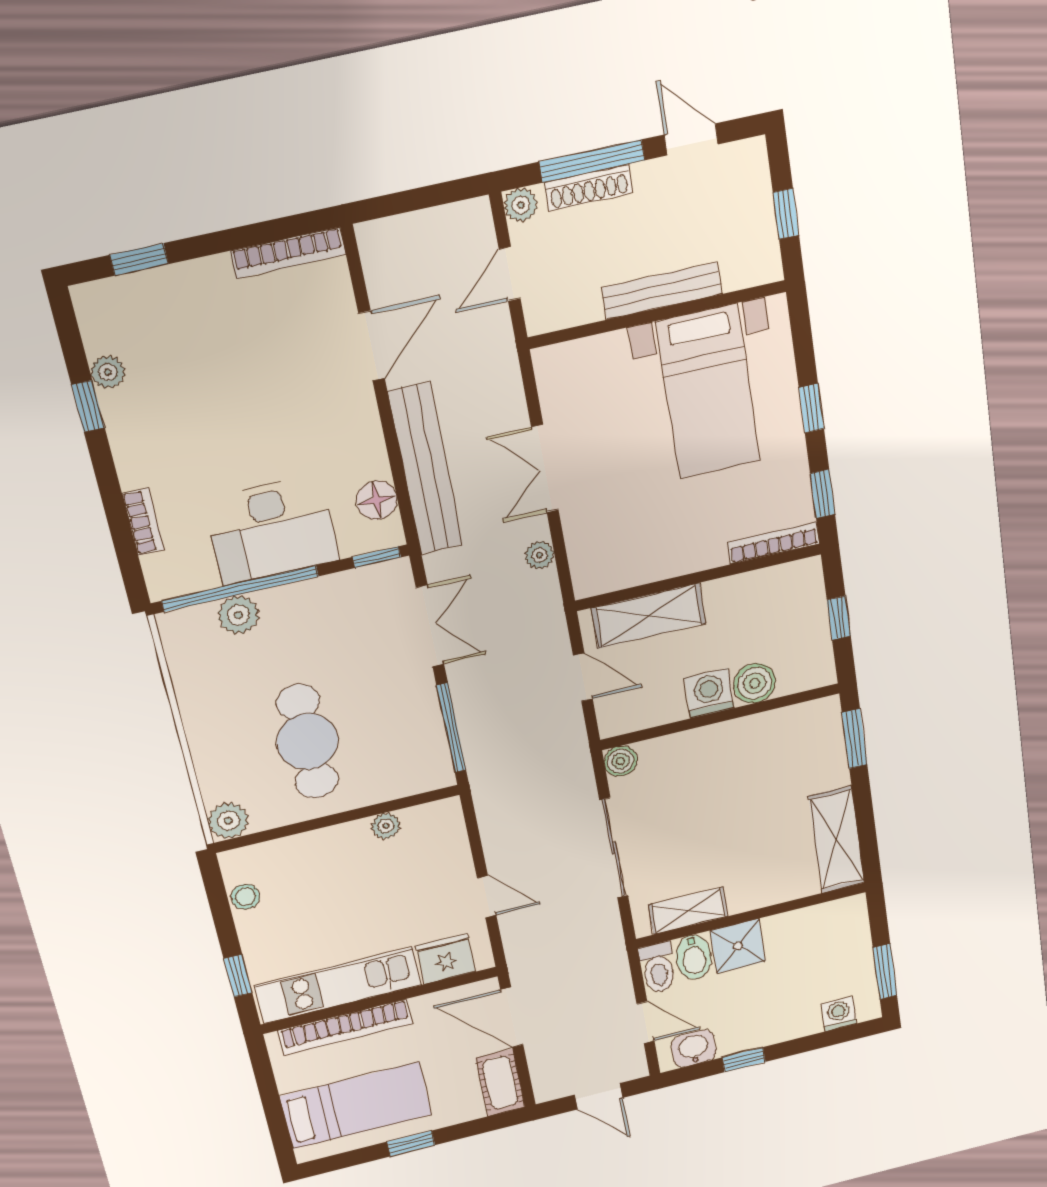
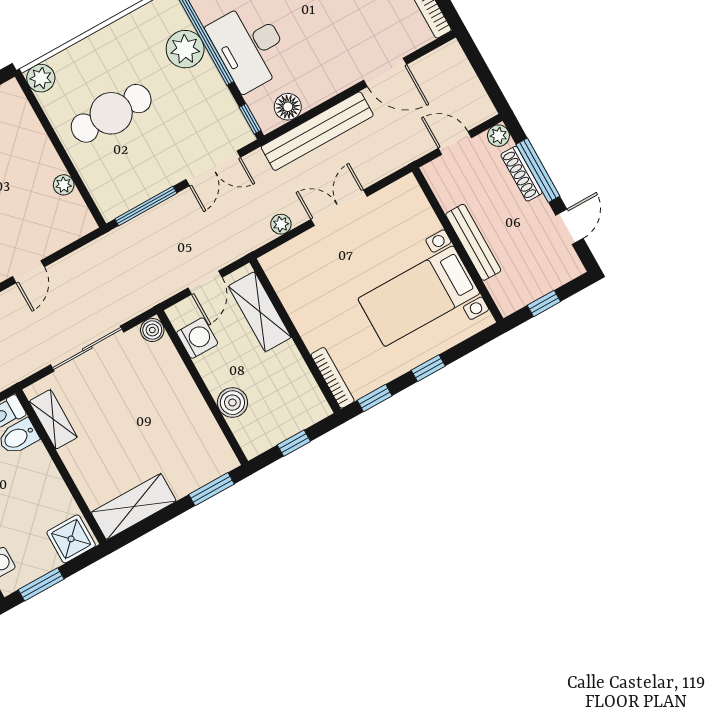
plant: (238, 615) -> (185, 49), width x1.36, depth x1.36
washing machine: (709, 693) -> (197, 338), moved
shower: (738, 946) -> (71, 539), moved

